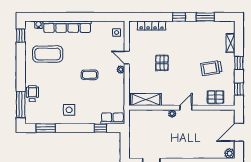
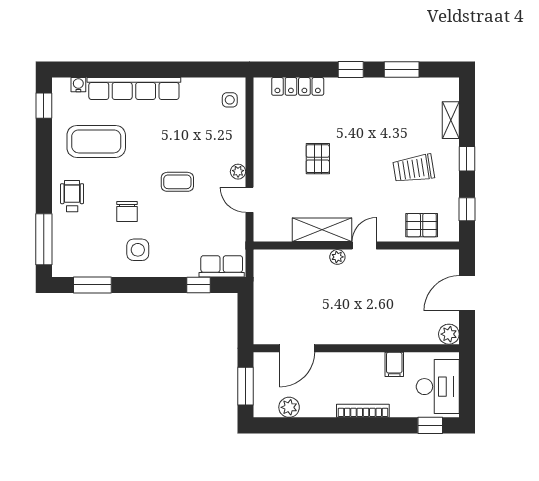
door: (127, 58) -> (249, 200), moved
chair: (64, 90) -> (127, 212), added
wheelchair: (32, 94) -> (72, 196), moved
shelving: (146, 100) -> (322, 230), moved

